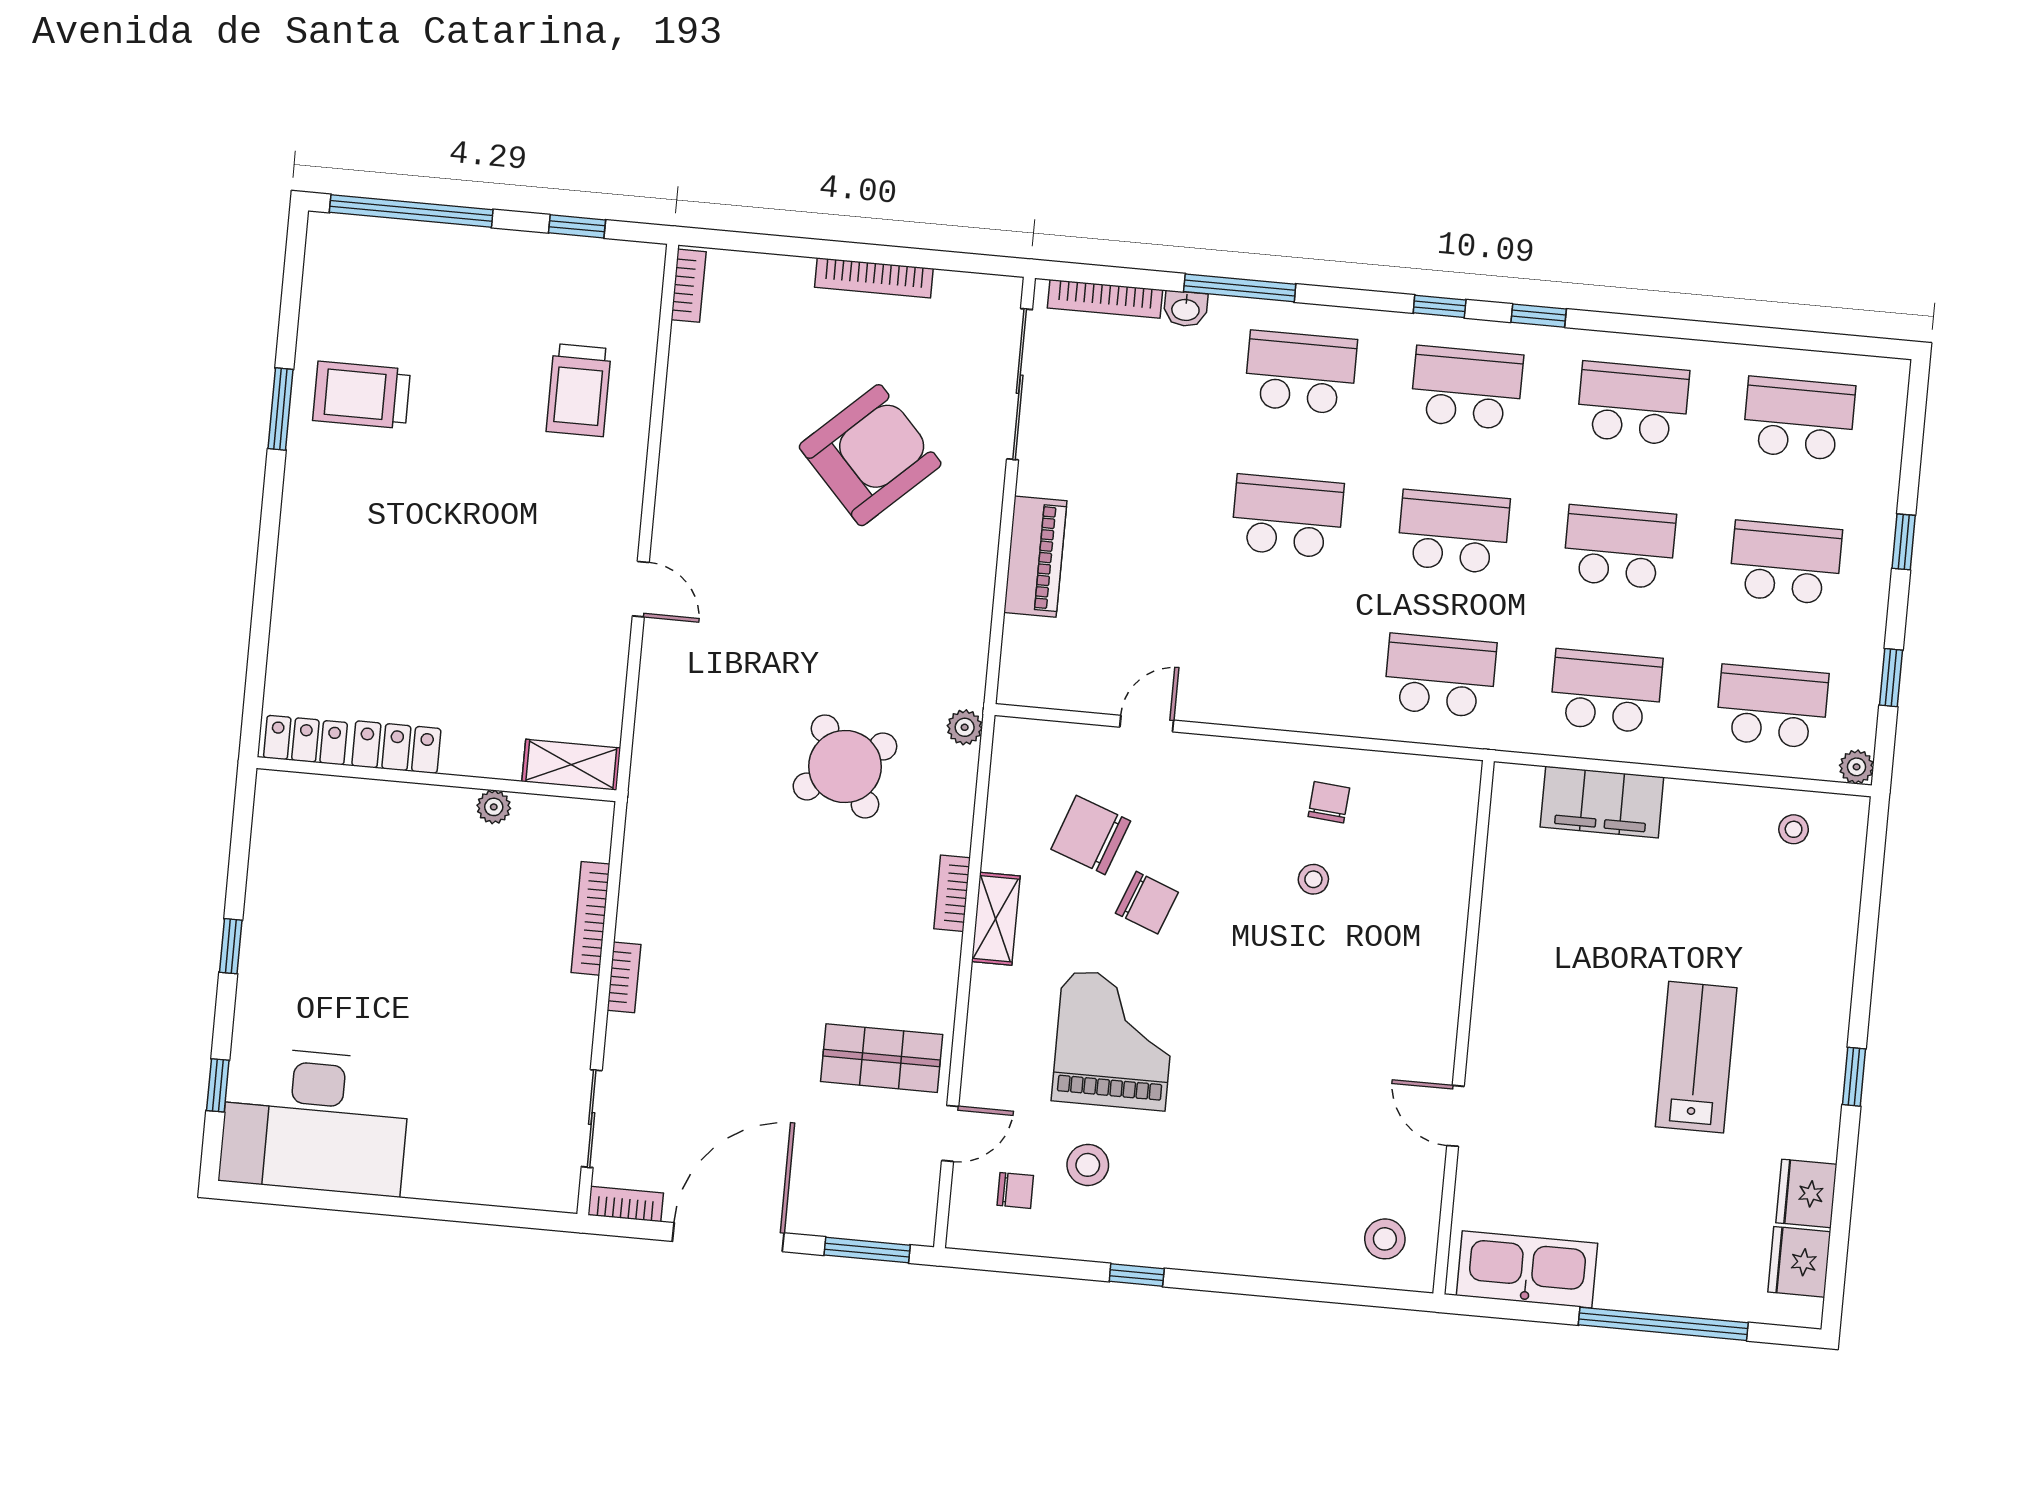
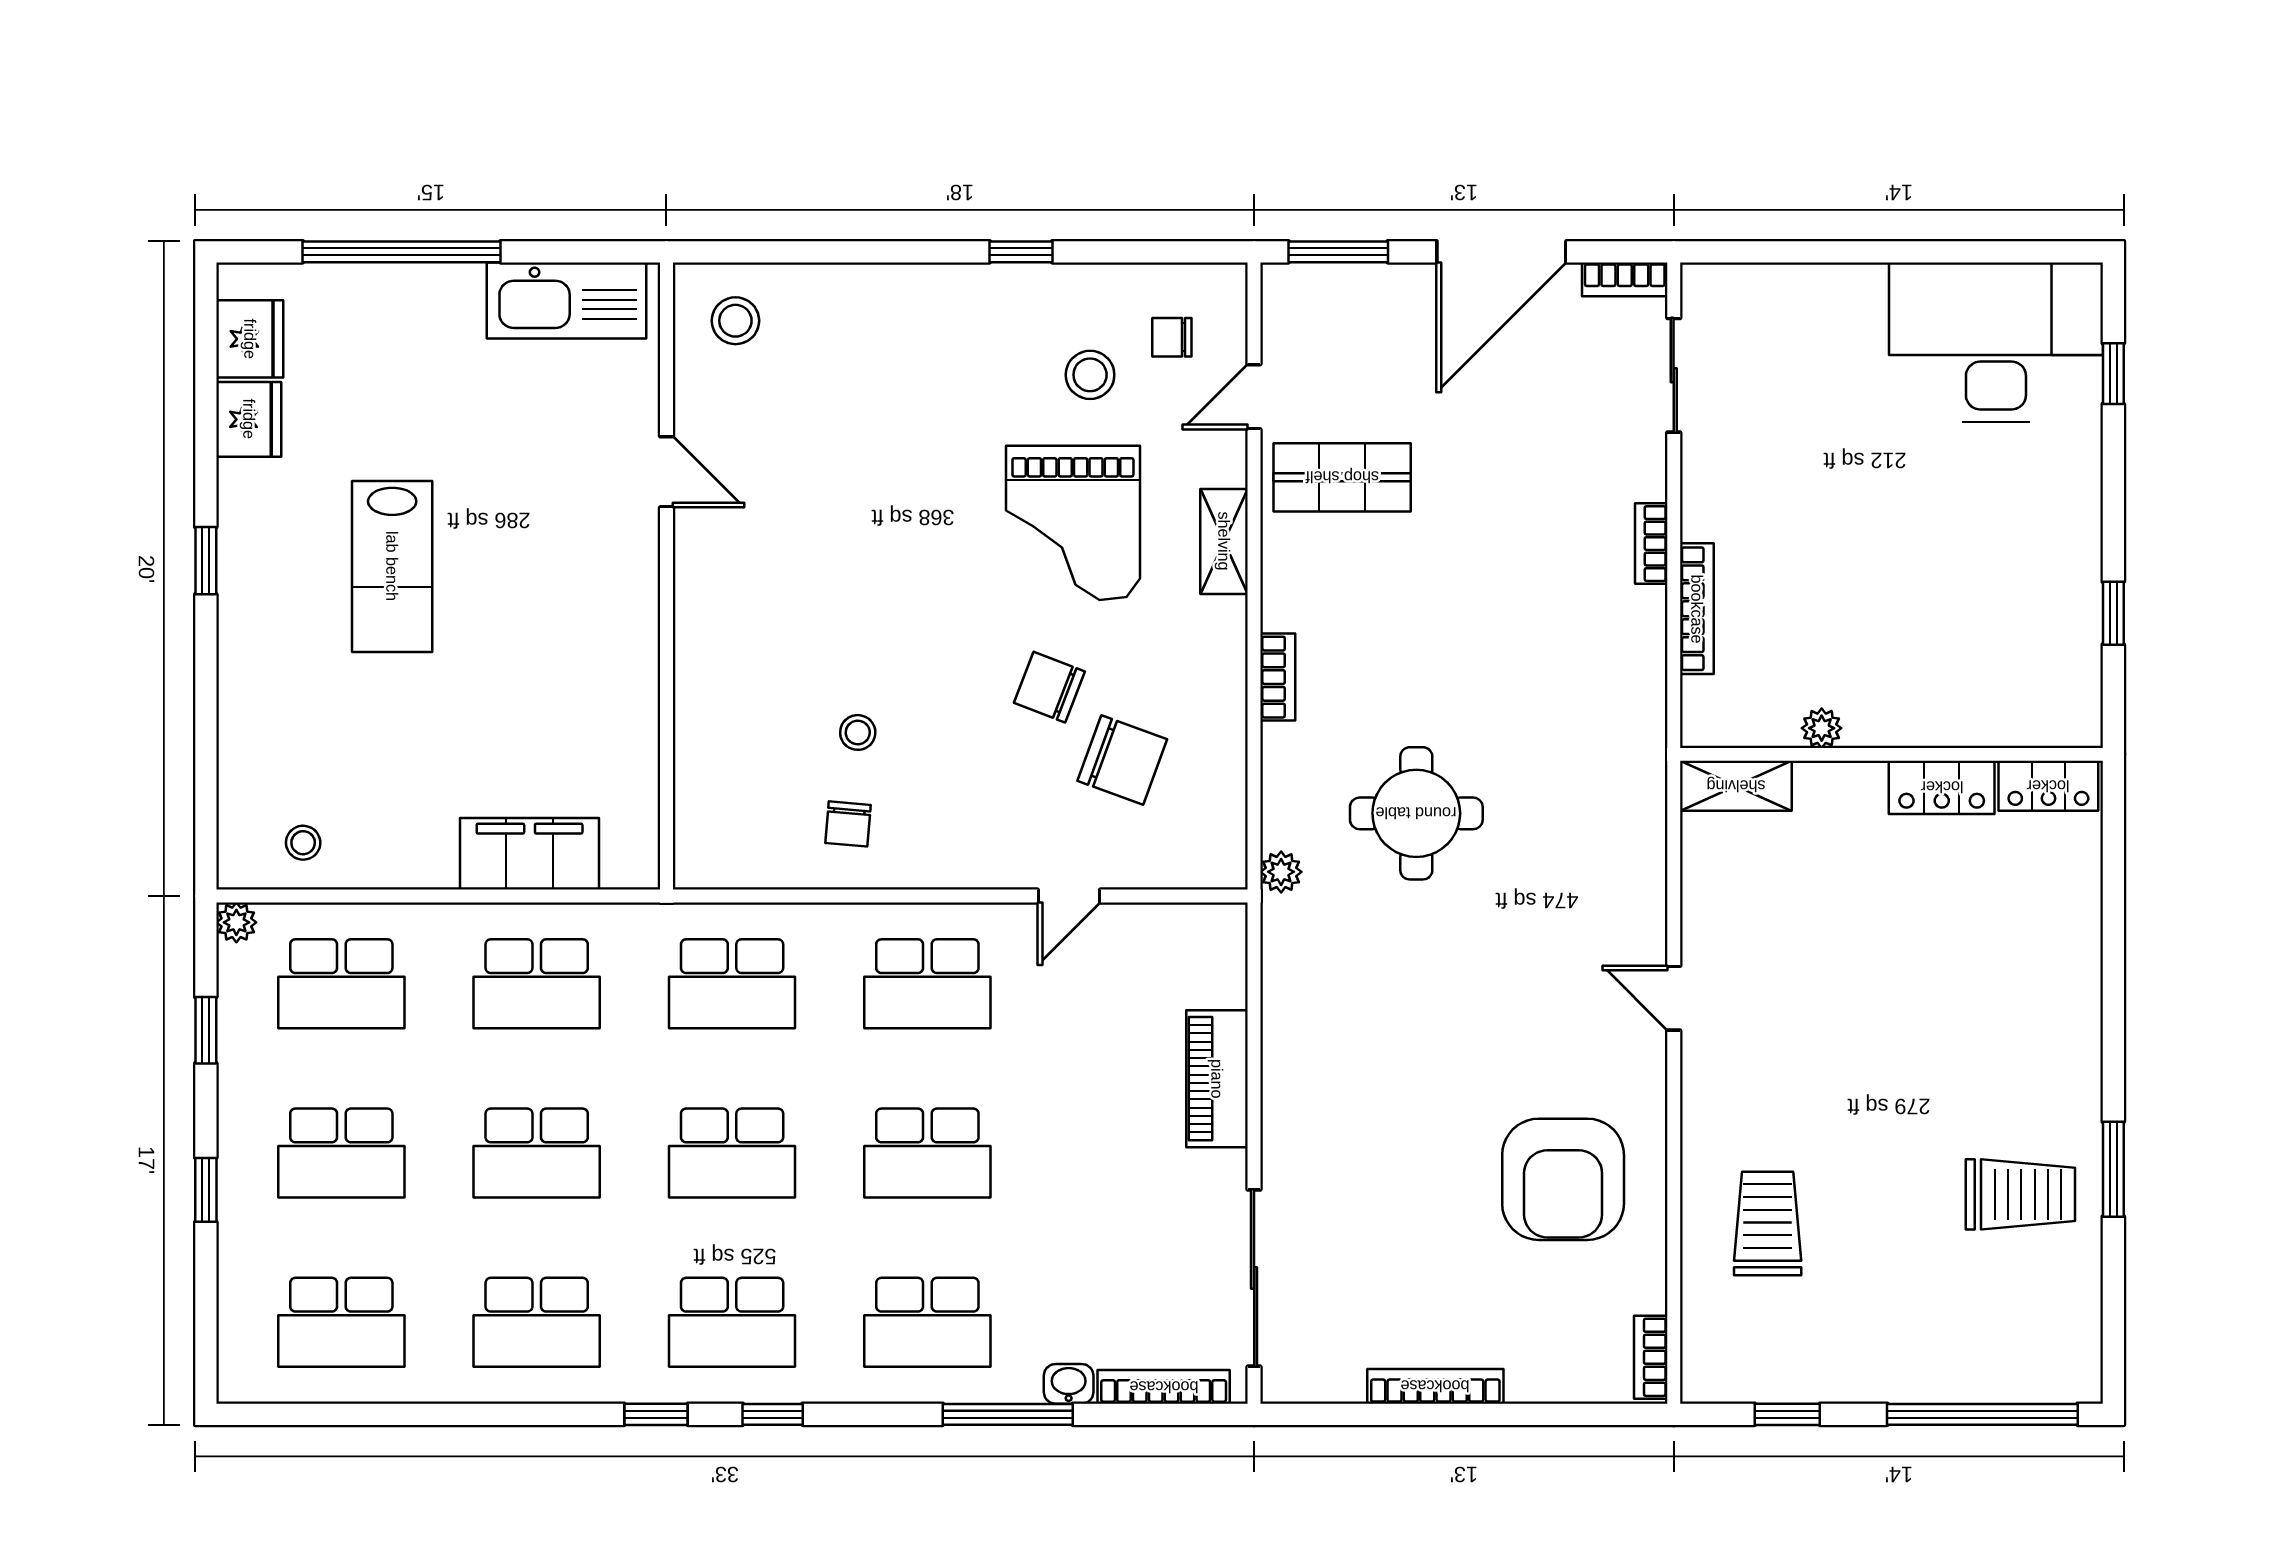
armchair: (870, 455) -> (1563, 1179), moved, turned -47
school desk: (1274, 660) -> (927, 984), added
round table: (845, 766) -> (1416, 813), turned 33
shelving: (996, 919) -> (1224, 541), moved
window: (231, 946) -> (2113, 613), moved

